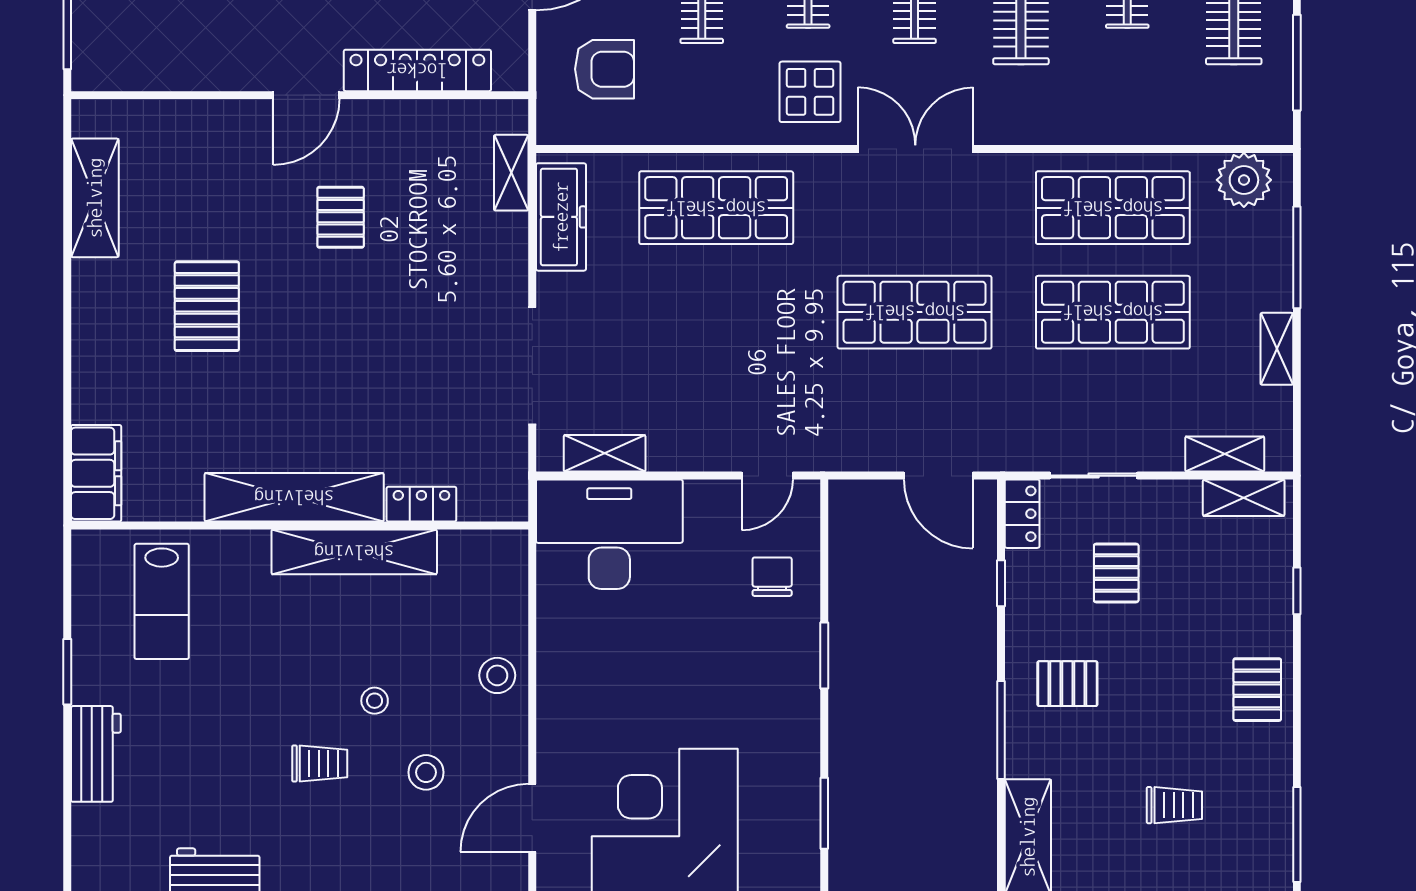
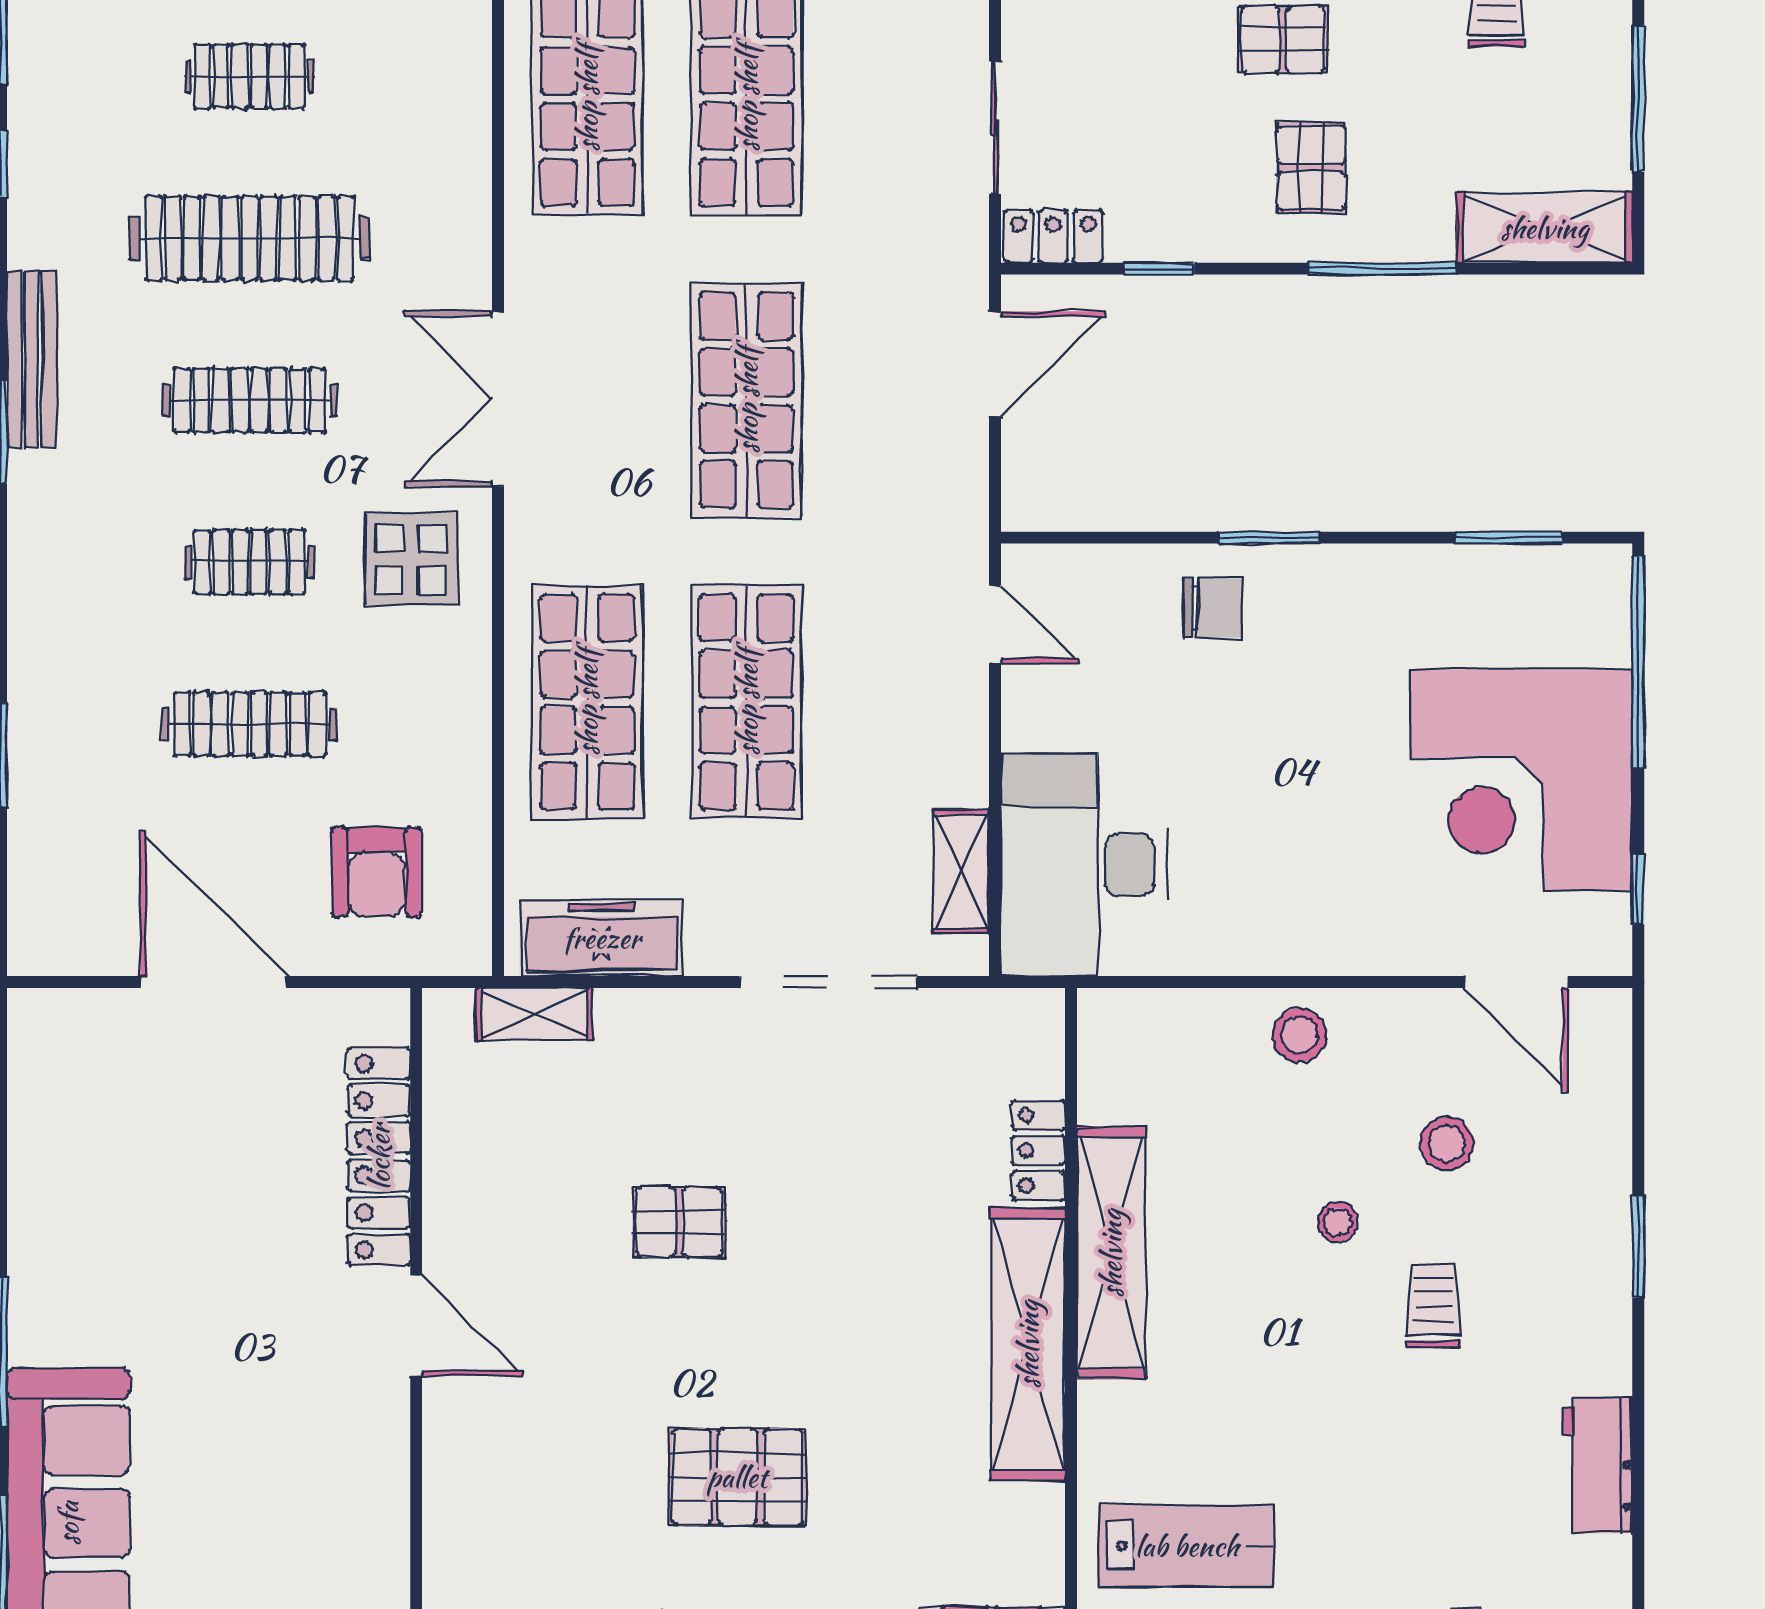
armchair: (605, 69) -> (377, 872), turned 180
pallet: (341, 217) -> (679, 1222), moved
shop shelf: (716, 312) -> (747, 702), added
pallet: (1116, 573) -> (1283, 40), moved
chair: (772, 577) -> (1213, 608), moved, turned 180

